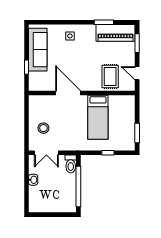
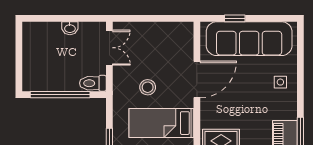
sofa: (38, 50) -> (249, 39), width x1.36, depth x1.27
stool: (43, 128) -> (148, 87), moved
double door: (46, 153) -> (109, 48), swing flipped

